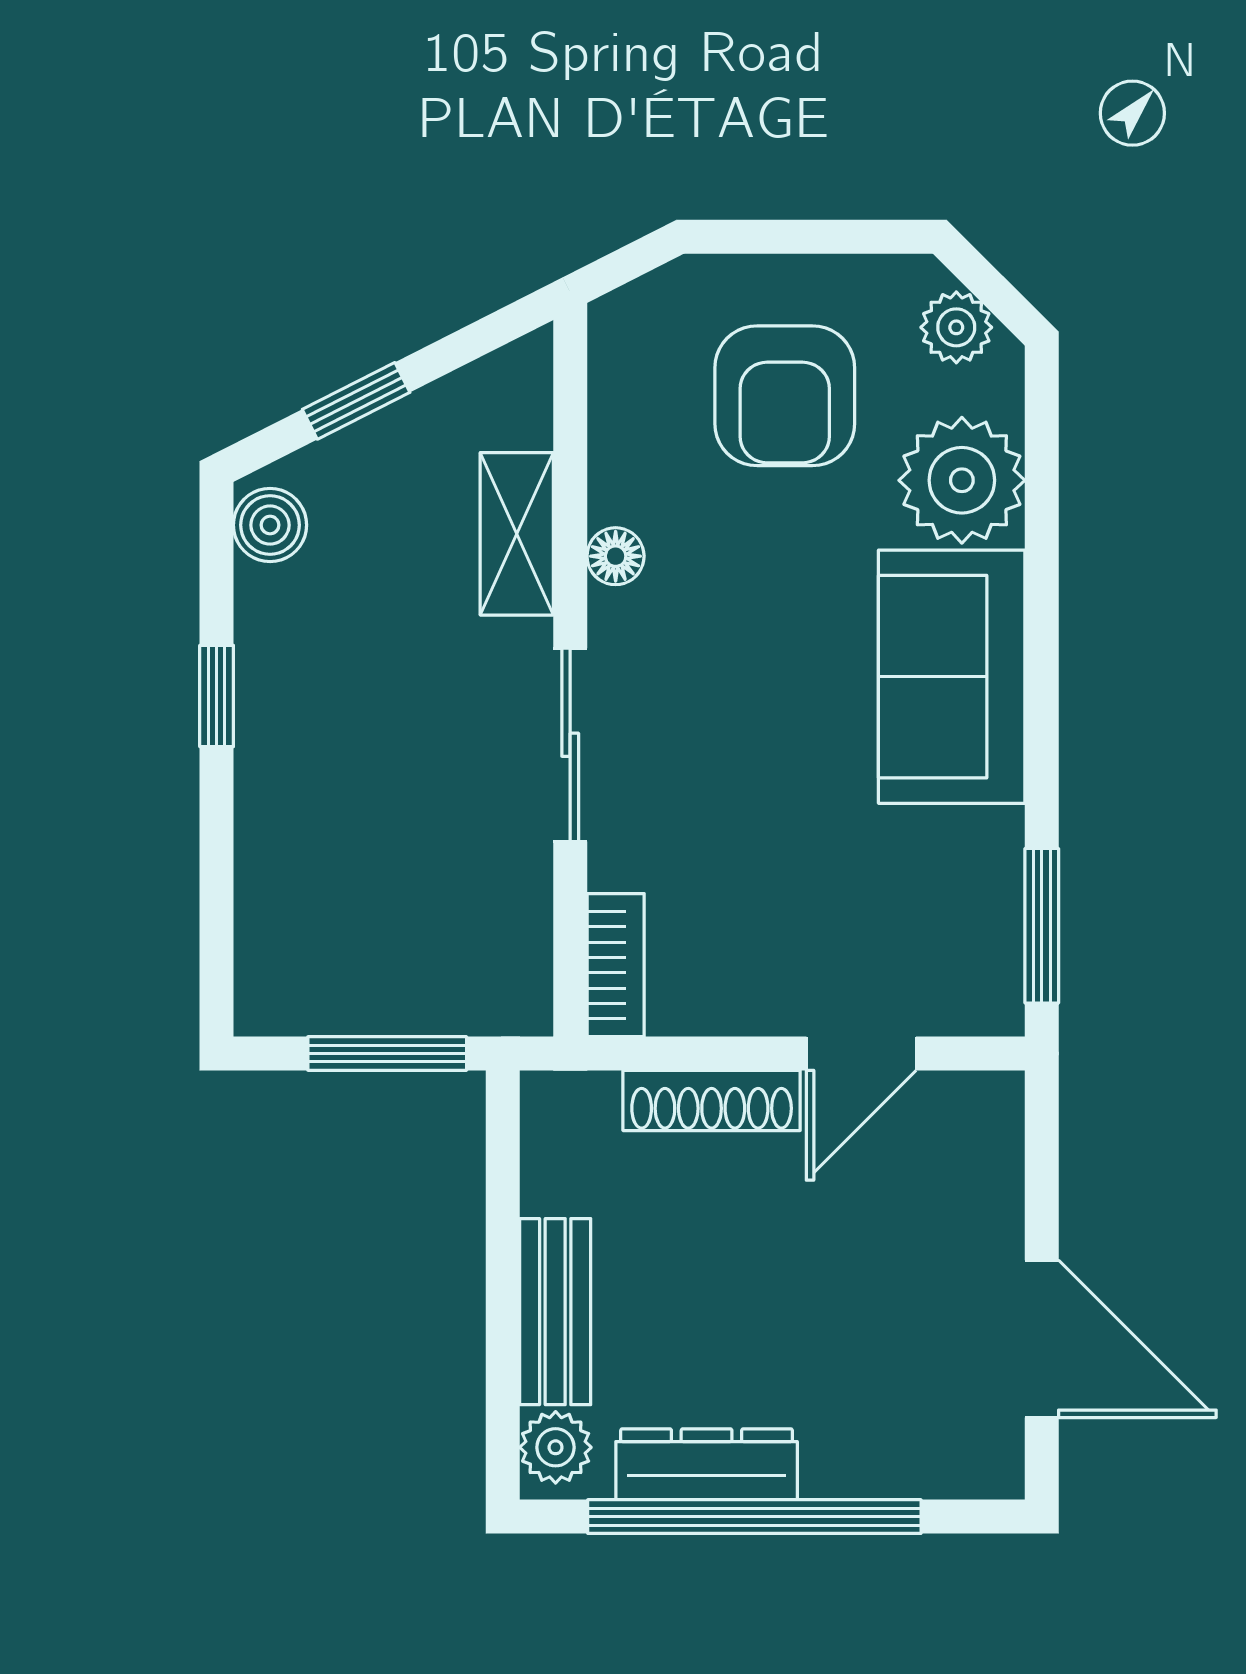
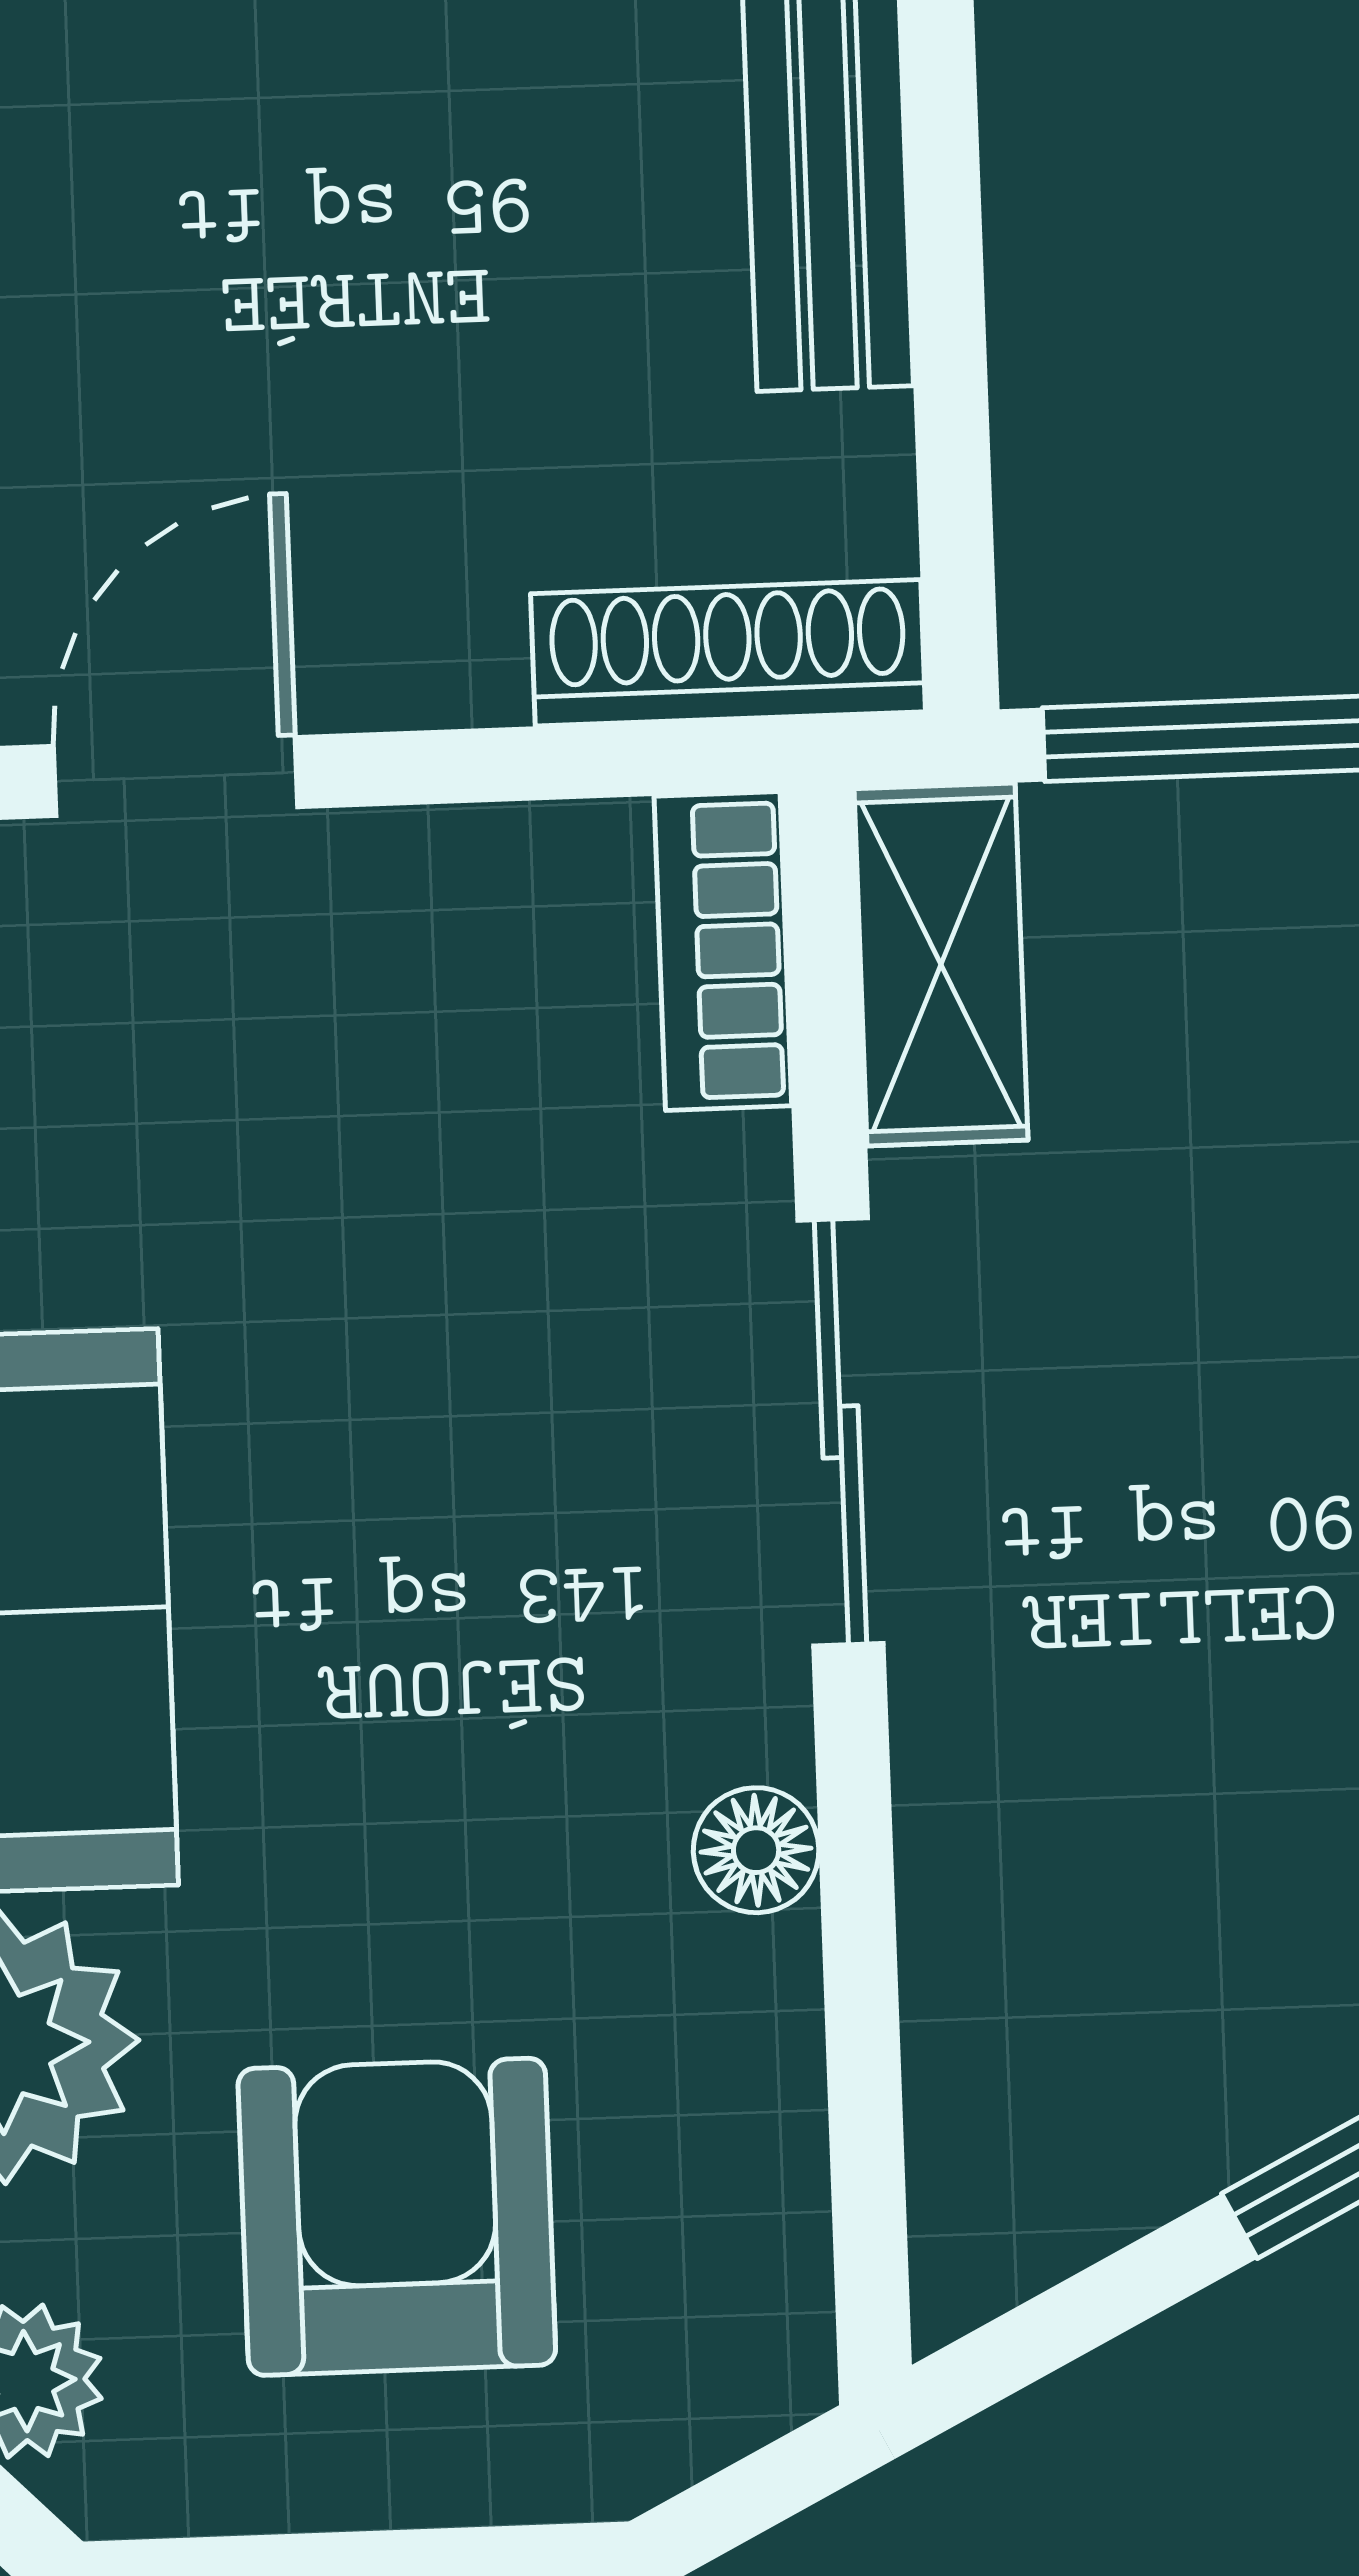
shelving: (517, 534) -> (941, 964), moved
shoe rack: (712, 1100) -> (728, 653), moved

